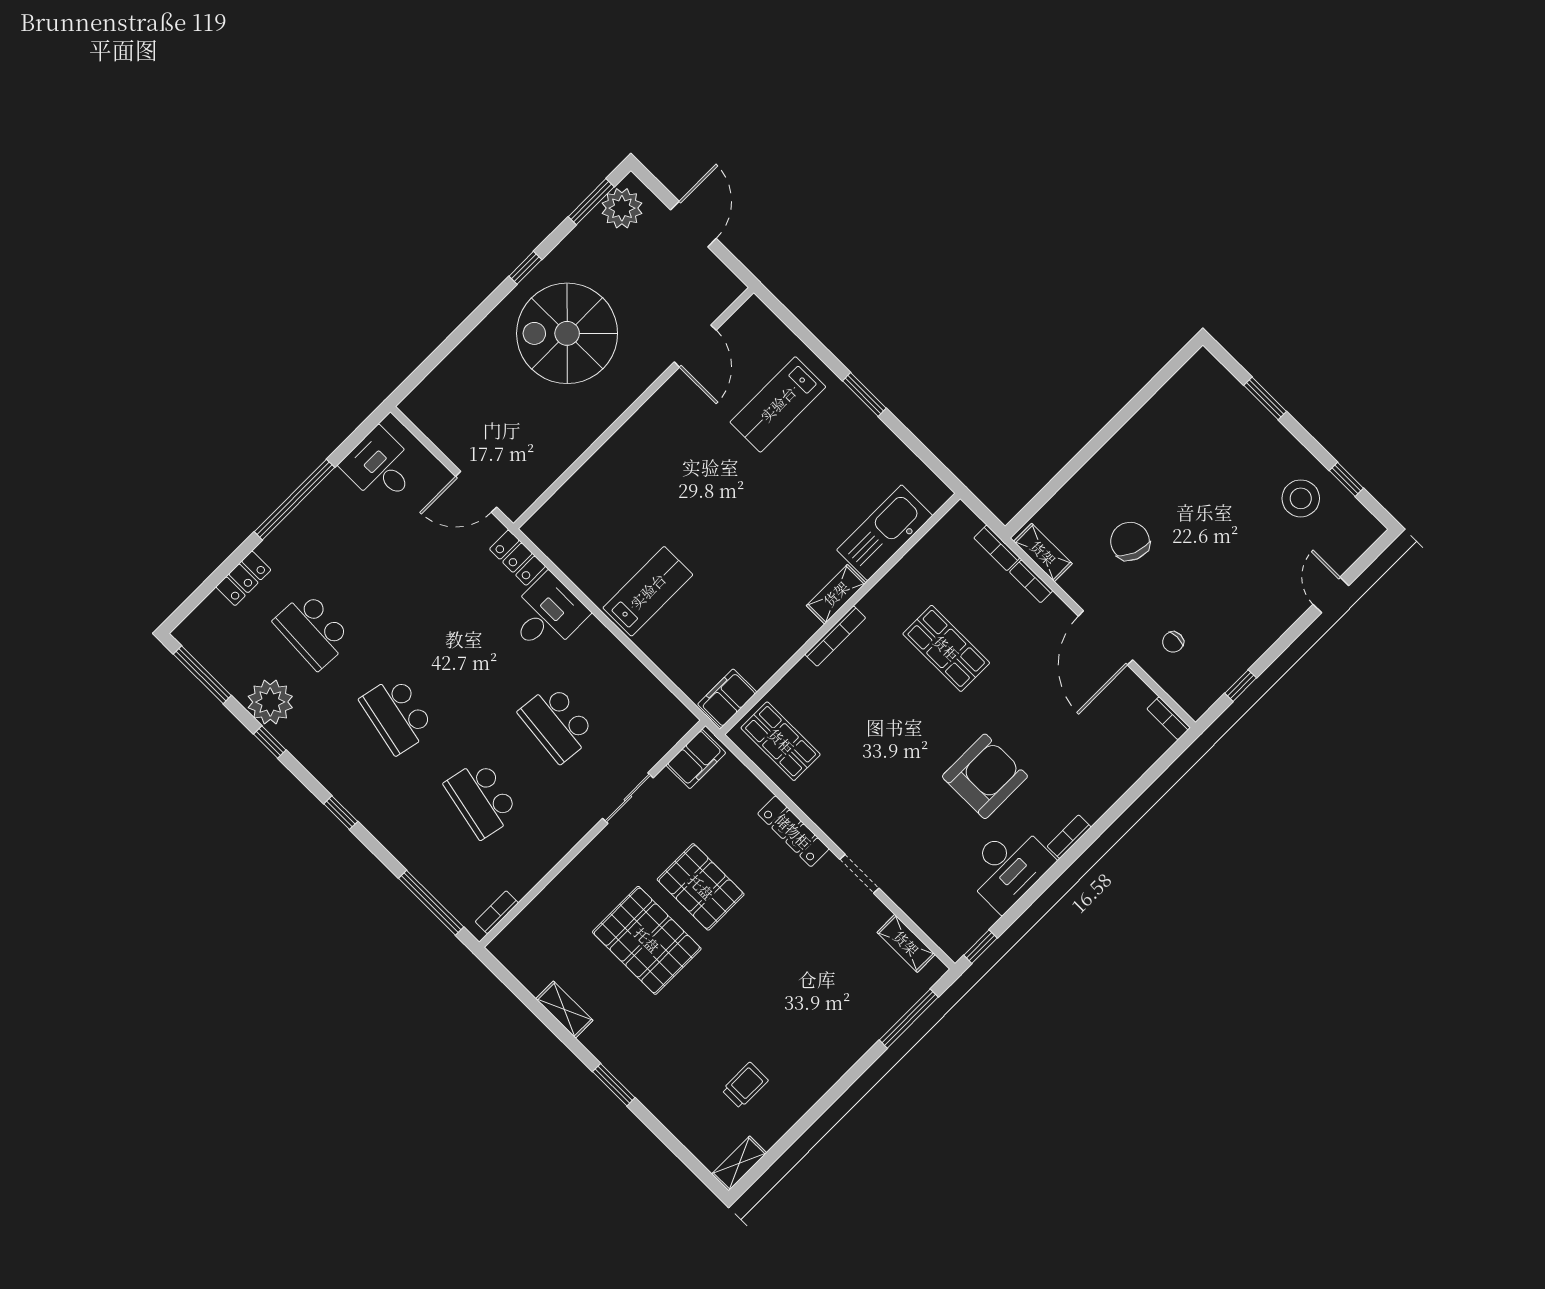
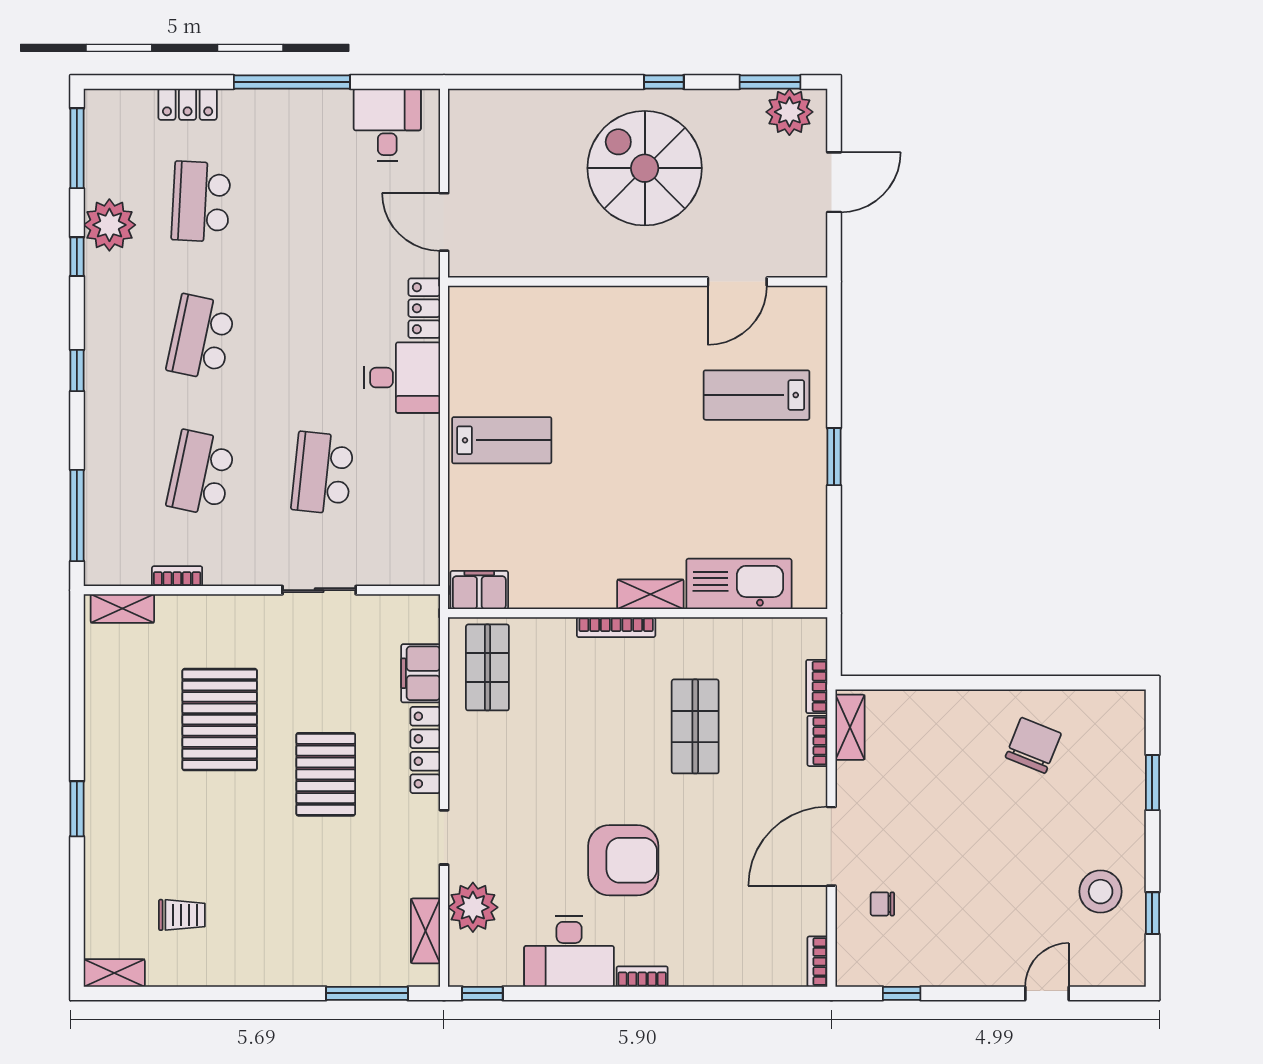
chair: (1130, 541) -> (1033, 745), moved
filing cabinet: (696, 759) -> (421, 673), moved, turned 90
pallet: (701, 887) -> (326, 774), moved
plant: (921, 899) -> (473, 907), added
bookcase: (497, 912) -> (177, 576), moved
shelving: (564, 1010) -> (122, 608), moved, turned 90

